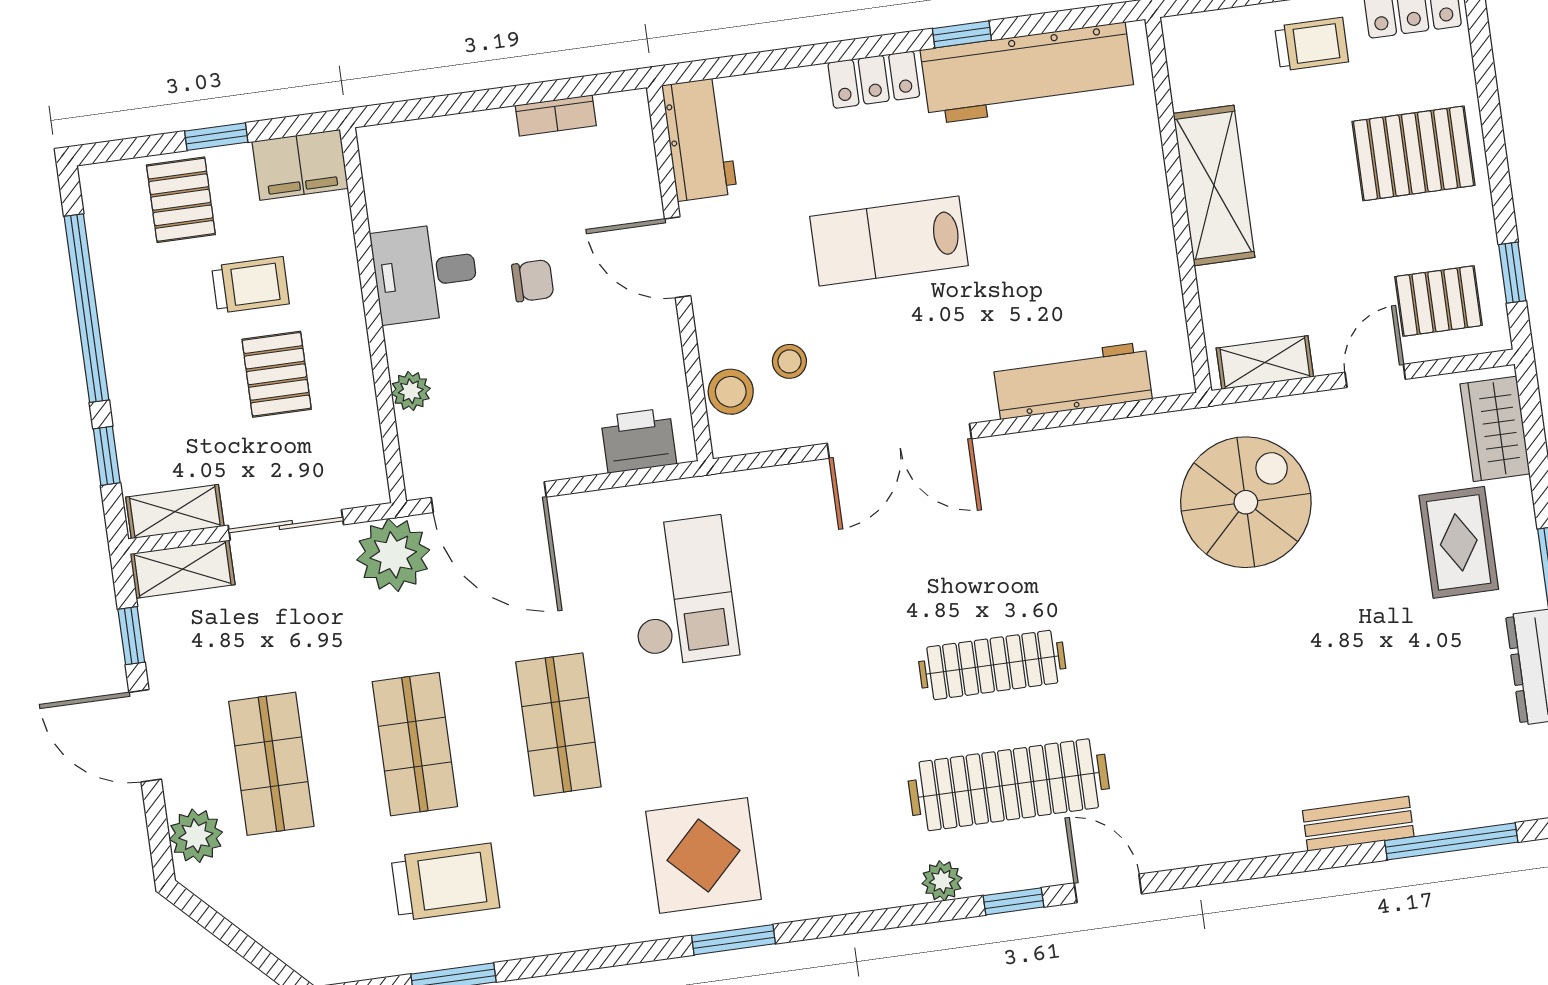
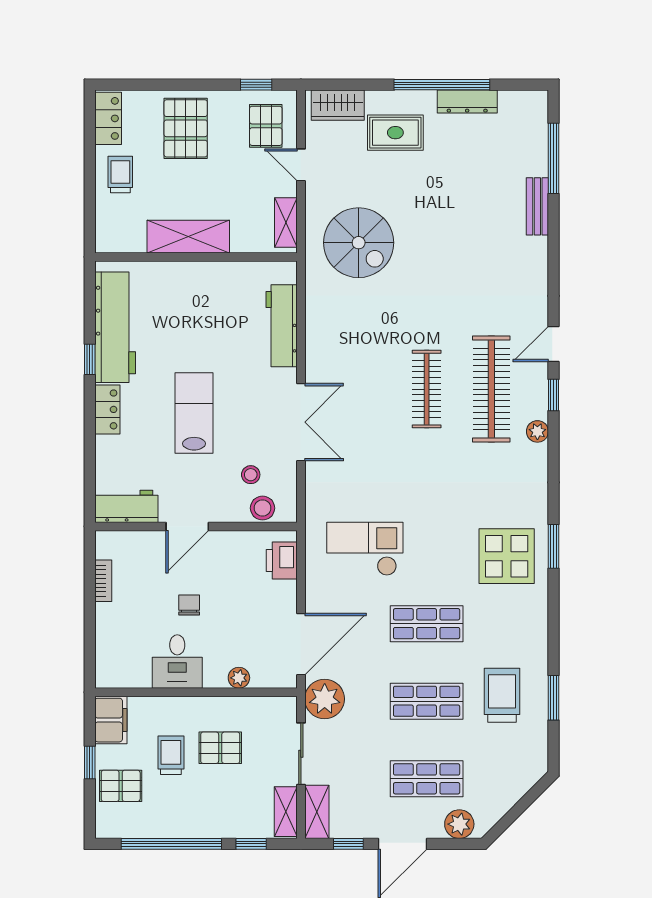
lab bench: (889, 241) -> (194, 413), turned 180
spiral stairs: (1246, 502) -> (359, 243), turned 180

